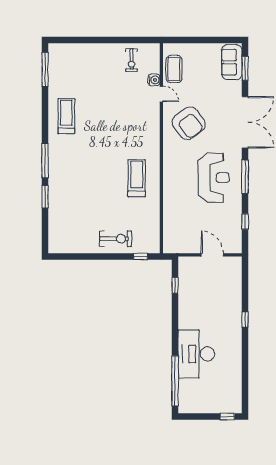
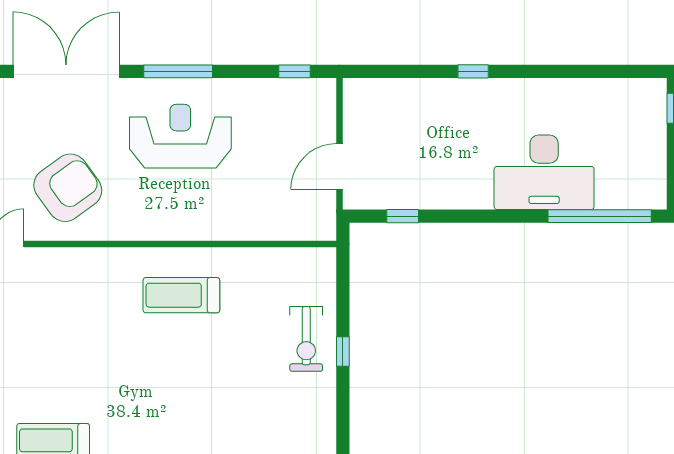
window: (245, 222) -> (295, 71), moved
exercise bike: (115, 239) -> (306, 339), turned 180
door: (212, 255) -> (339, 167), moved
window: (141, 256) -> (343, 351), moved

